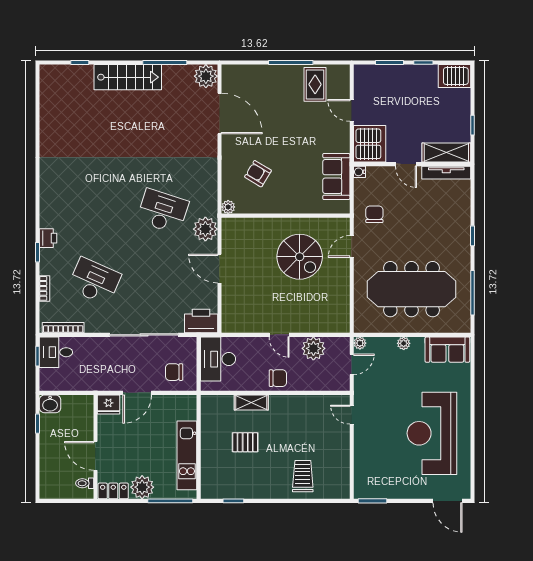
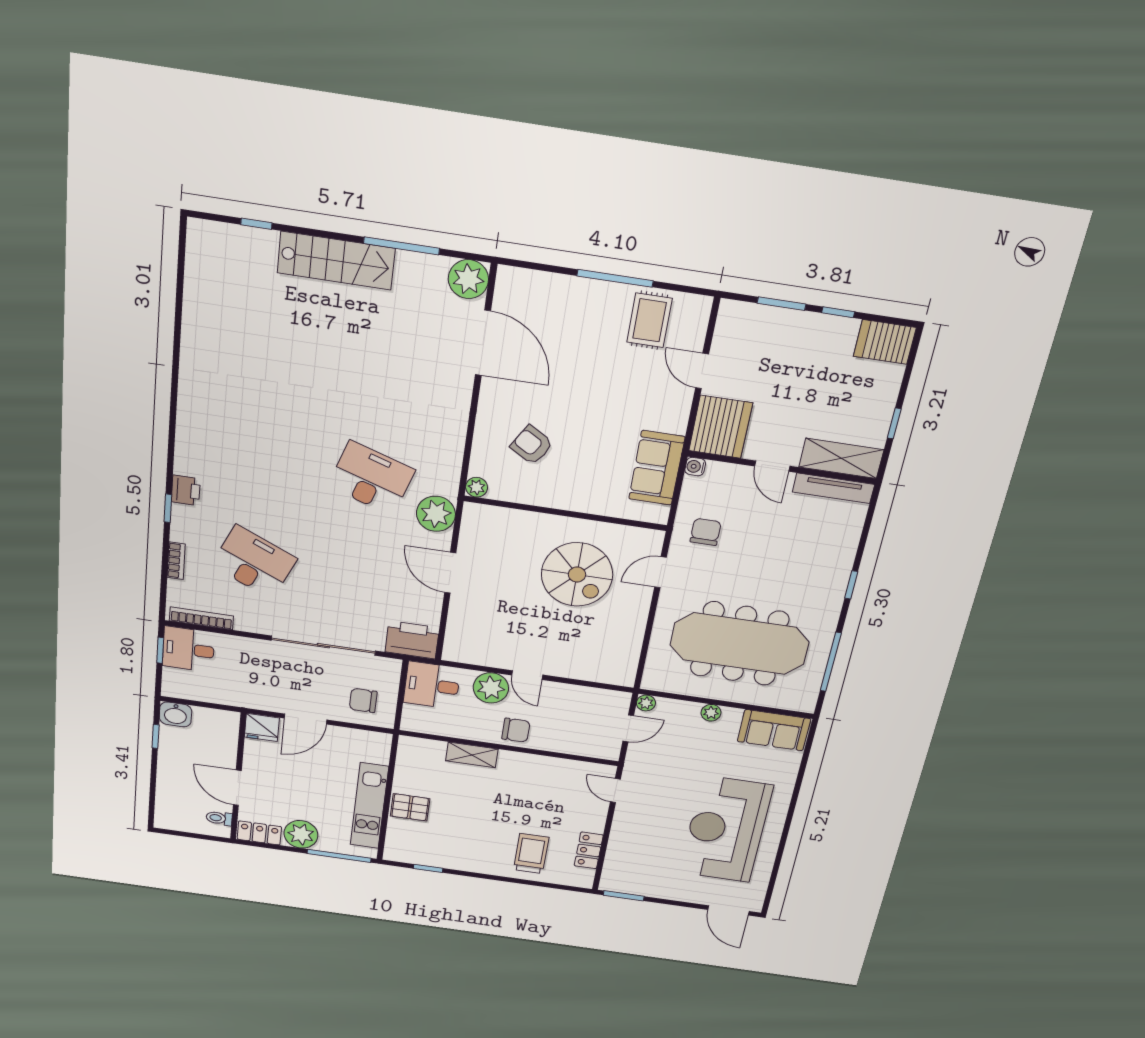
plant: (313, 348) -> (491, 688), moved
desk: (218, 359) -> (432, 685), width x0.73
pallet: (245, 442) -> (410, 807), moved
locker: (342, 467) -> (589, 850), added

